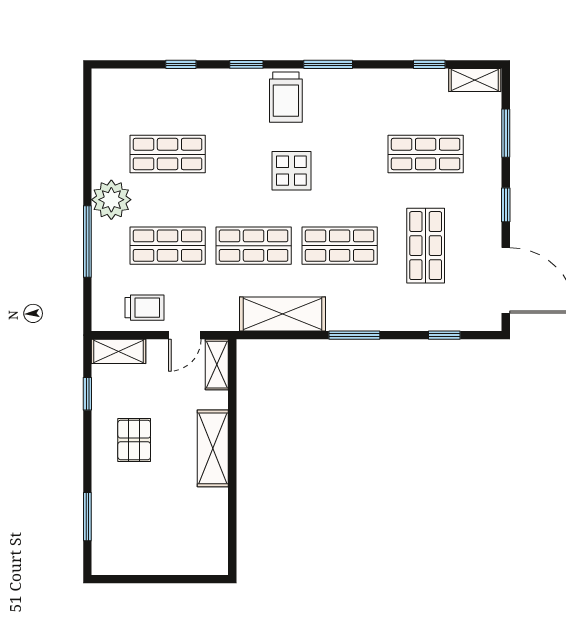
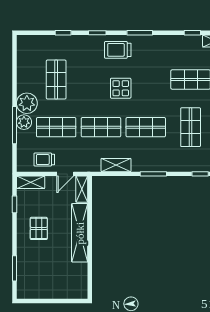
trolley: (286, 97) -> (118, 50), turned 90
shop shelf: (168, 154) -> (56, 79), turned 90
plant: (106, 236) -> (24, 122), added
trolley: (145, 308) -> (44, 159), turned 180
shelving: (282, 314) -> (116, 165), width x0.67, depth x0.75
shelving: (213, 448) -> (80, 233), width x1.47

